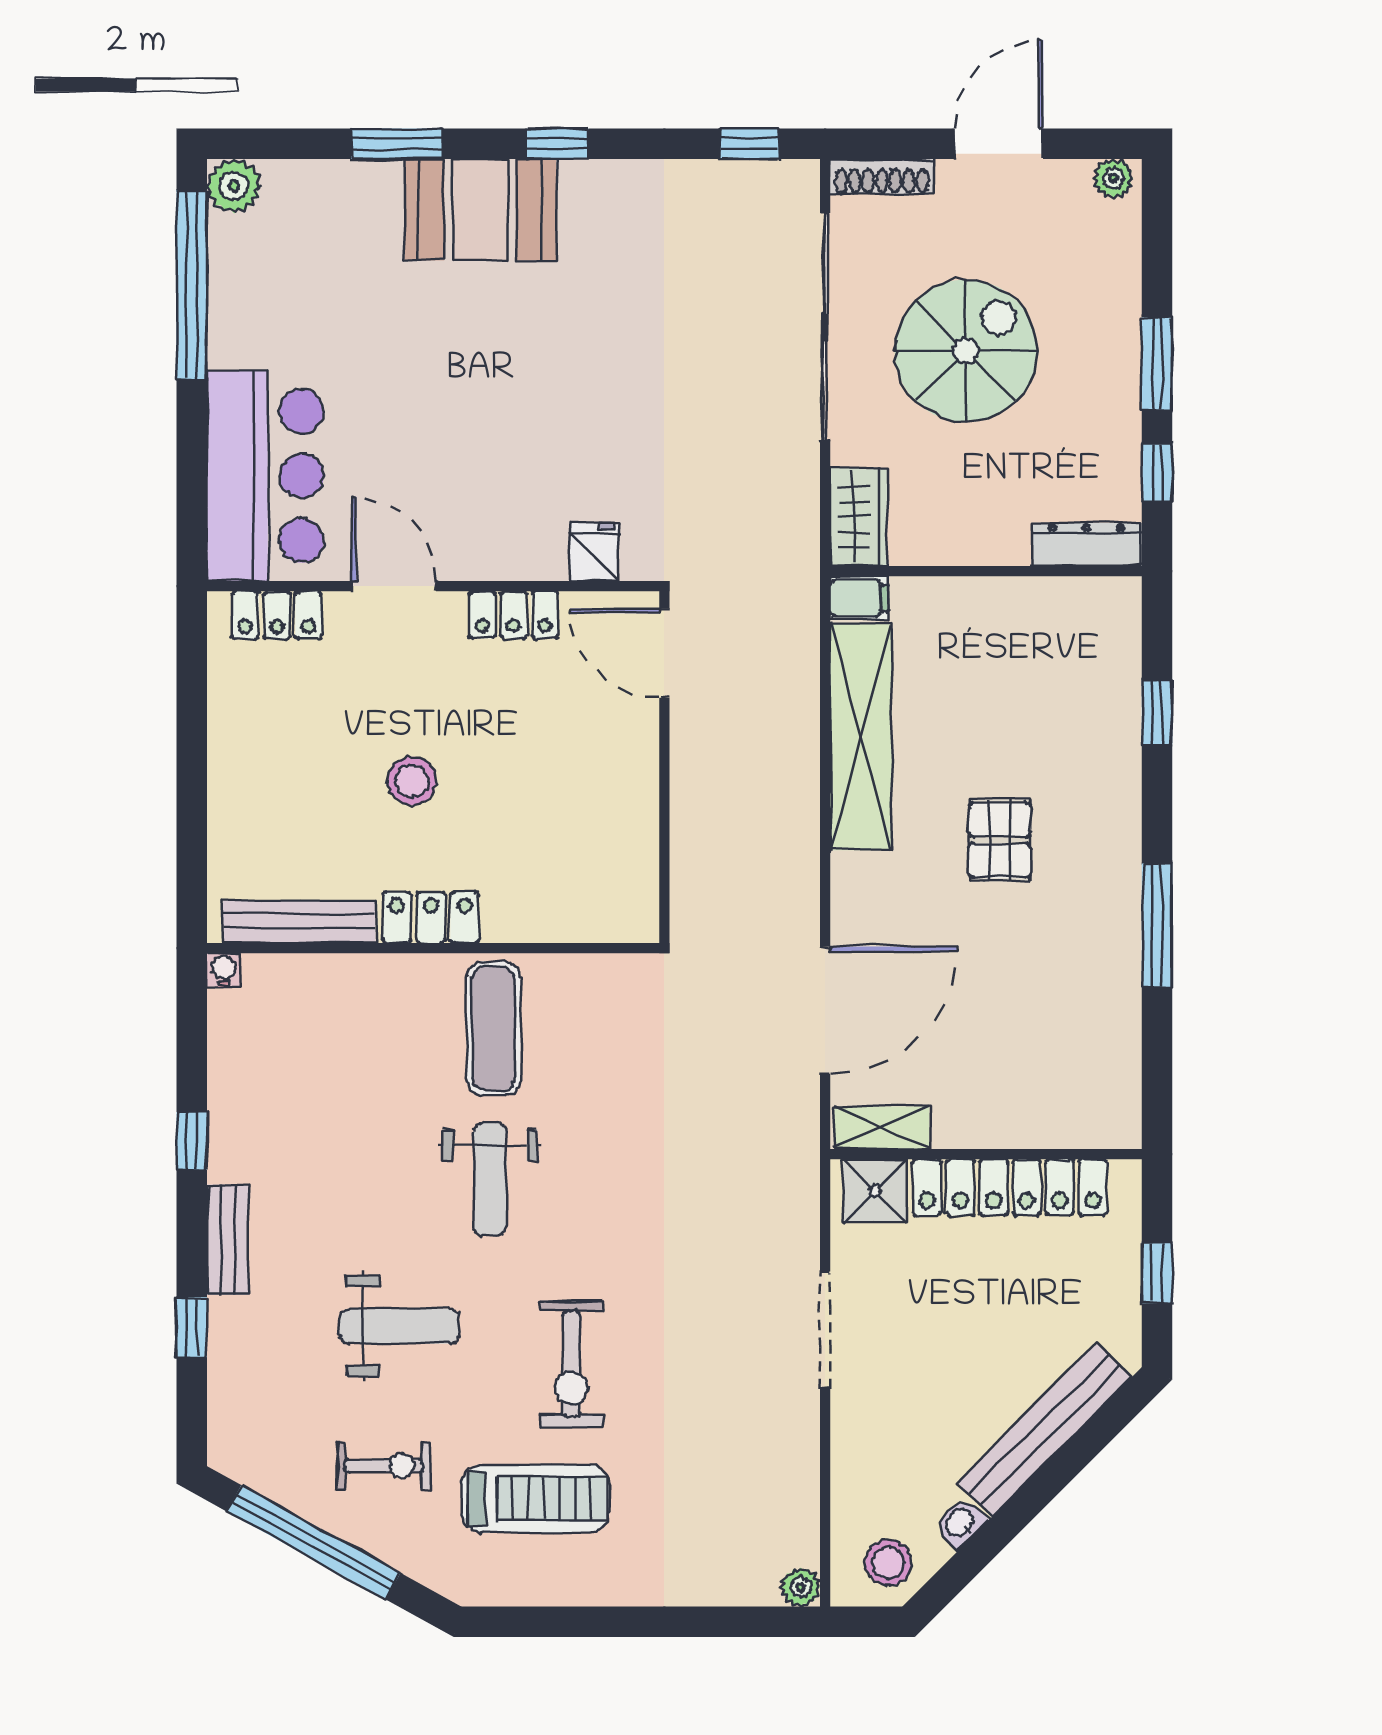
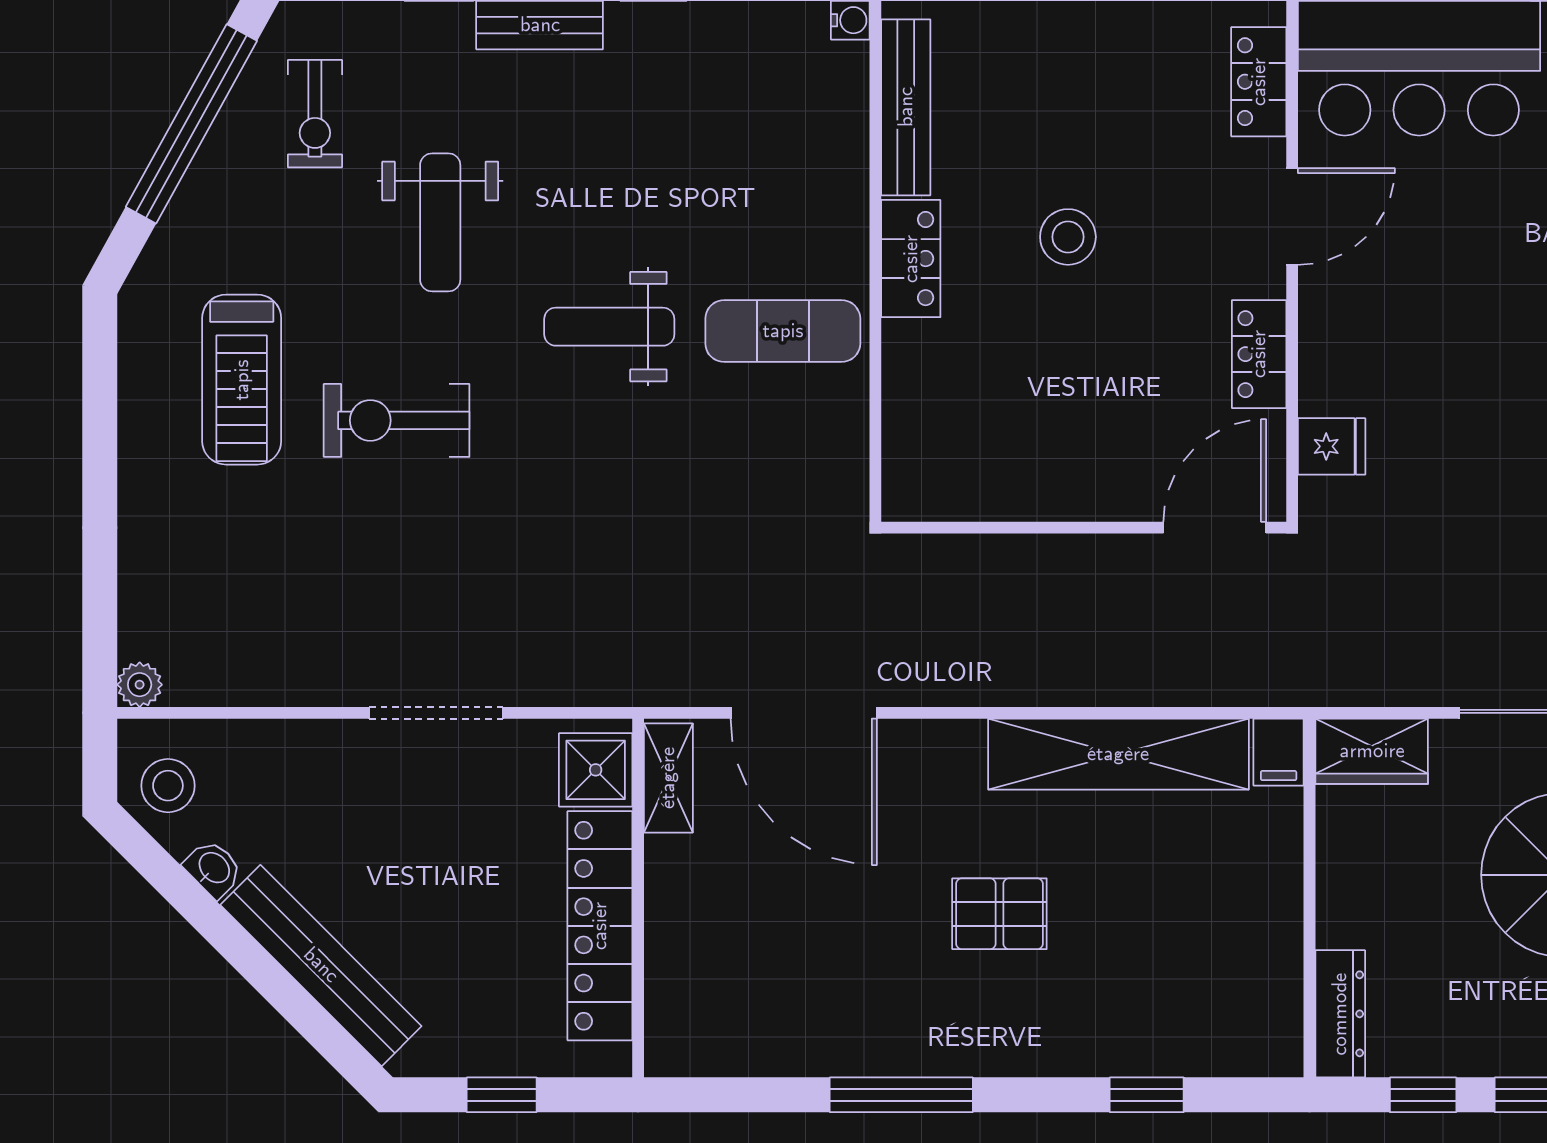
exercise bike: (384, 1466) -> (315, 114), moved

